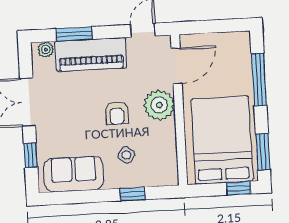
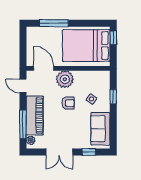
window: (74, 34) -> (23, 124), width x1.44
window: (263, 152) -> (94, 23), removed

